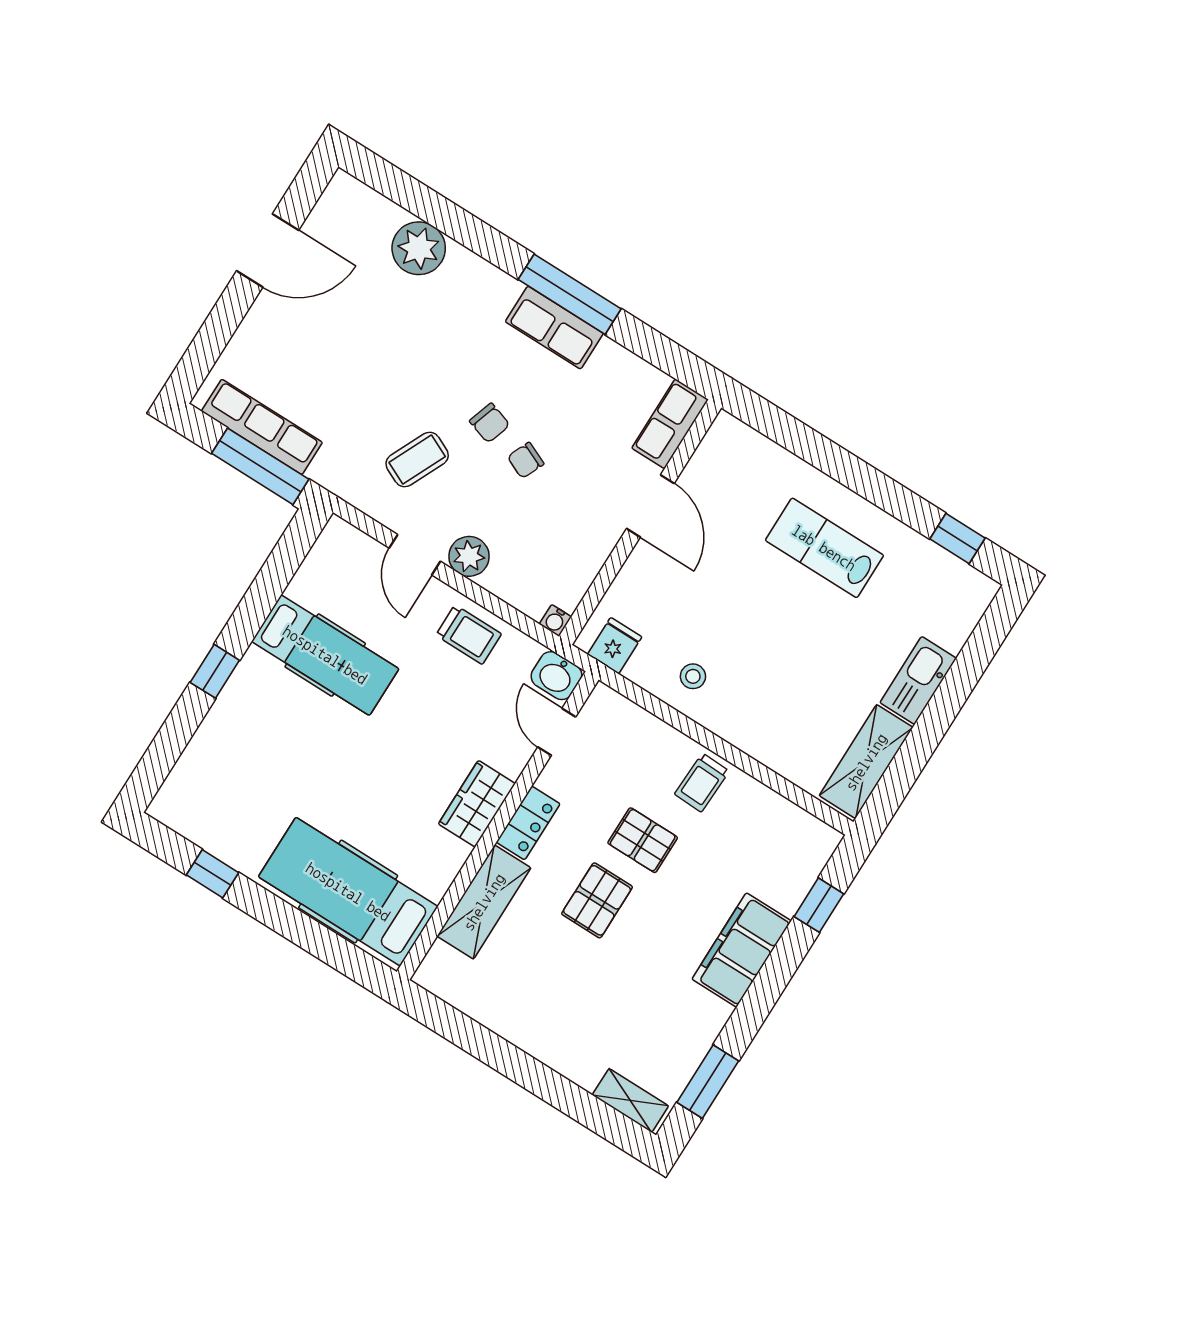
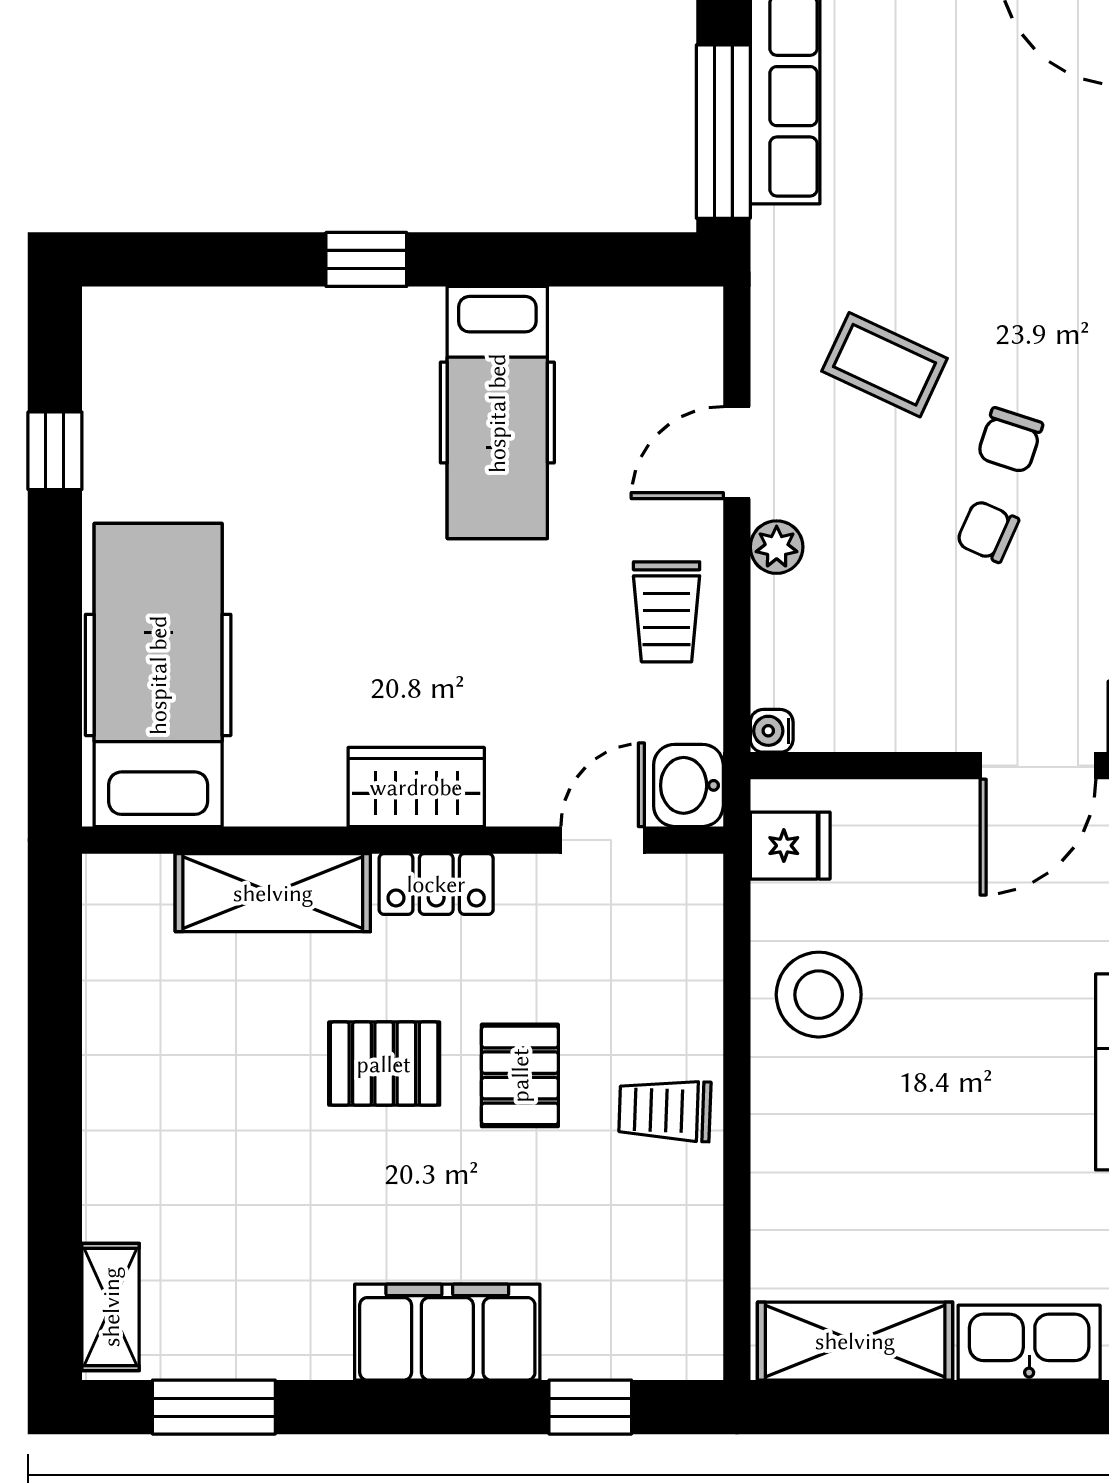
plant: (469, 556) -> (777, 547), width x0.73, depth x0.73
stool: (693, 676) -> (819, 995), width x1.89, depth x1.89

